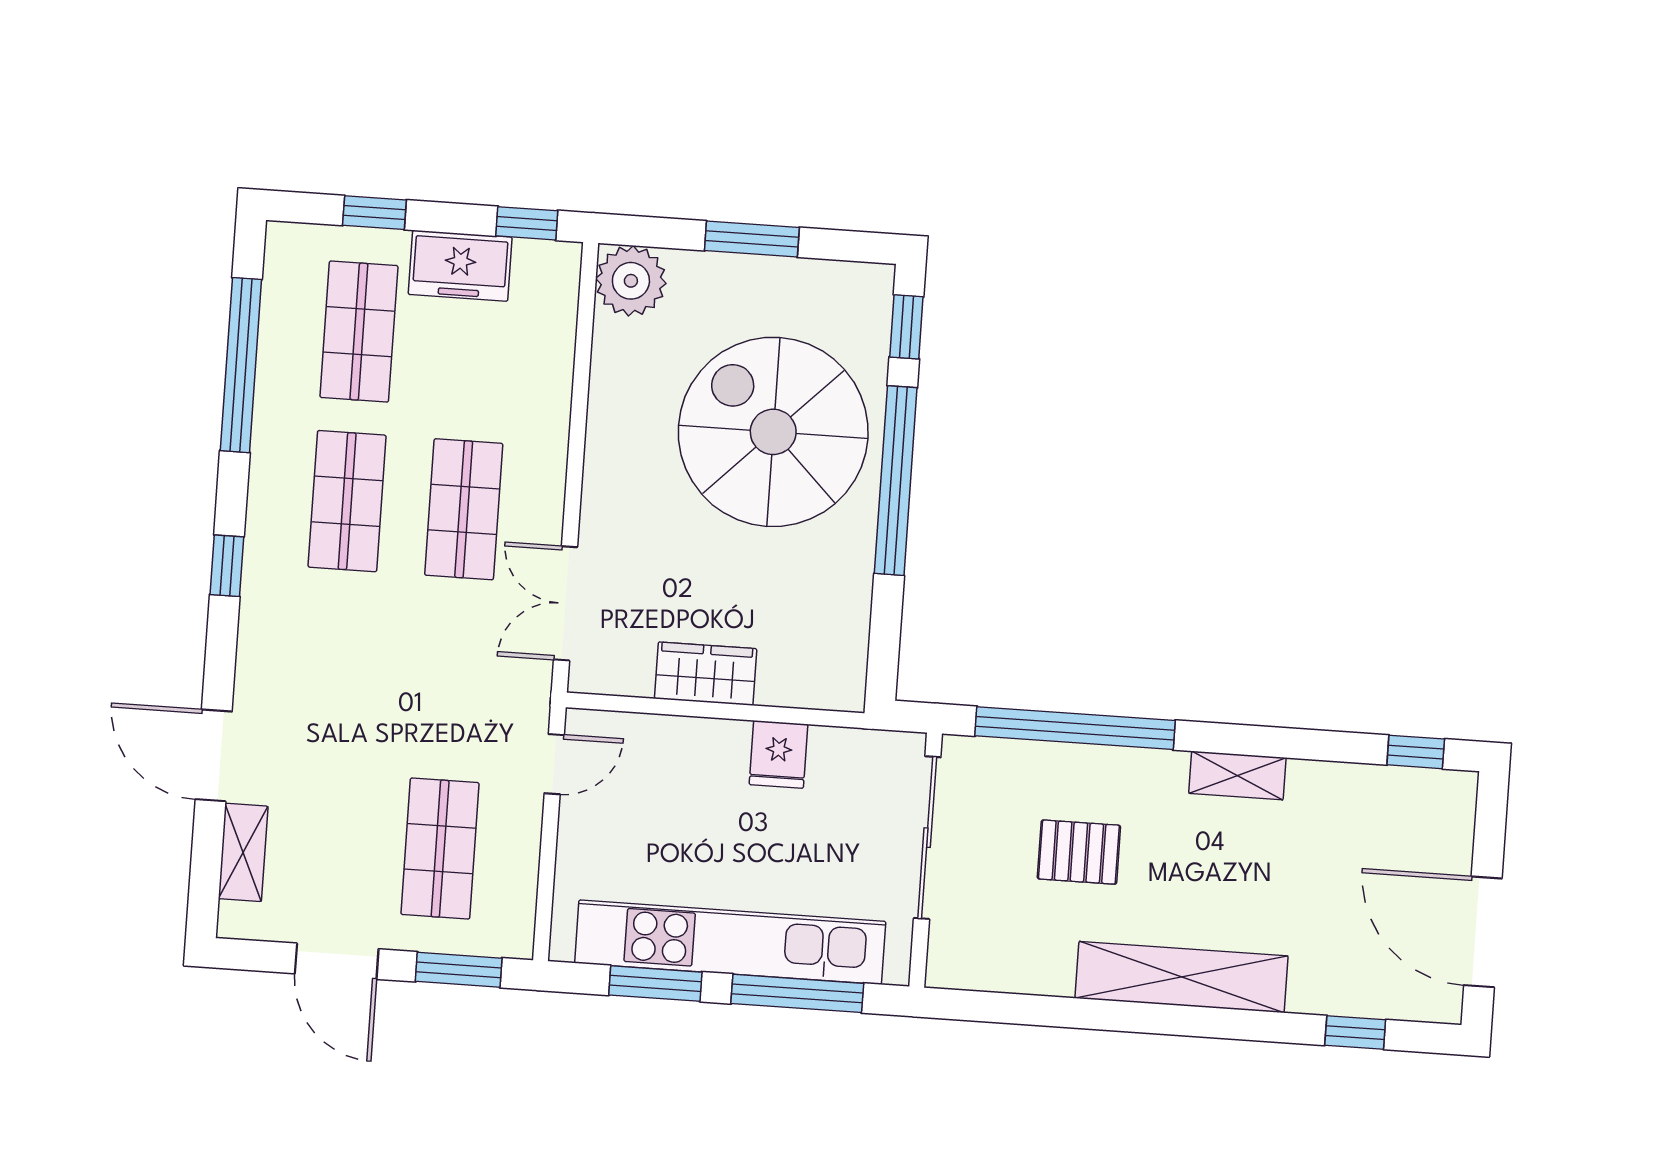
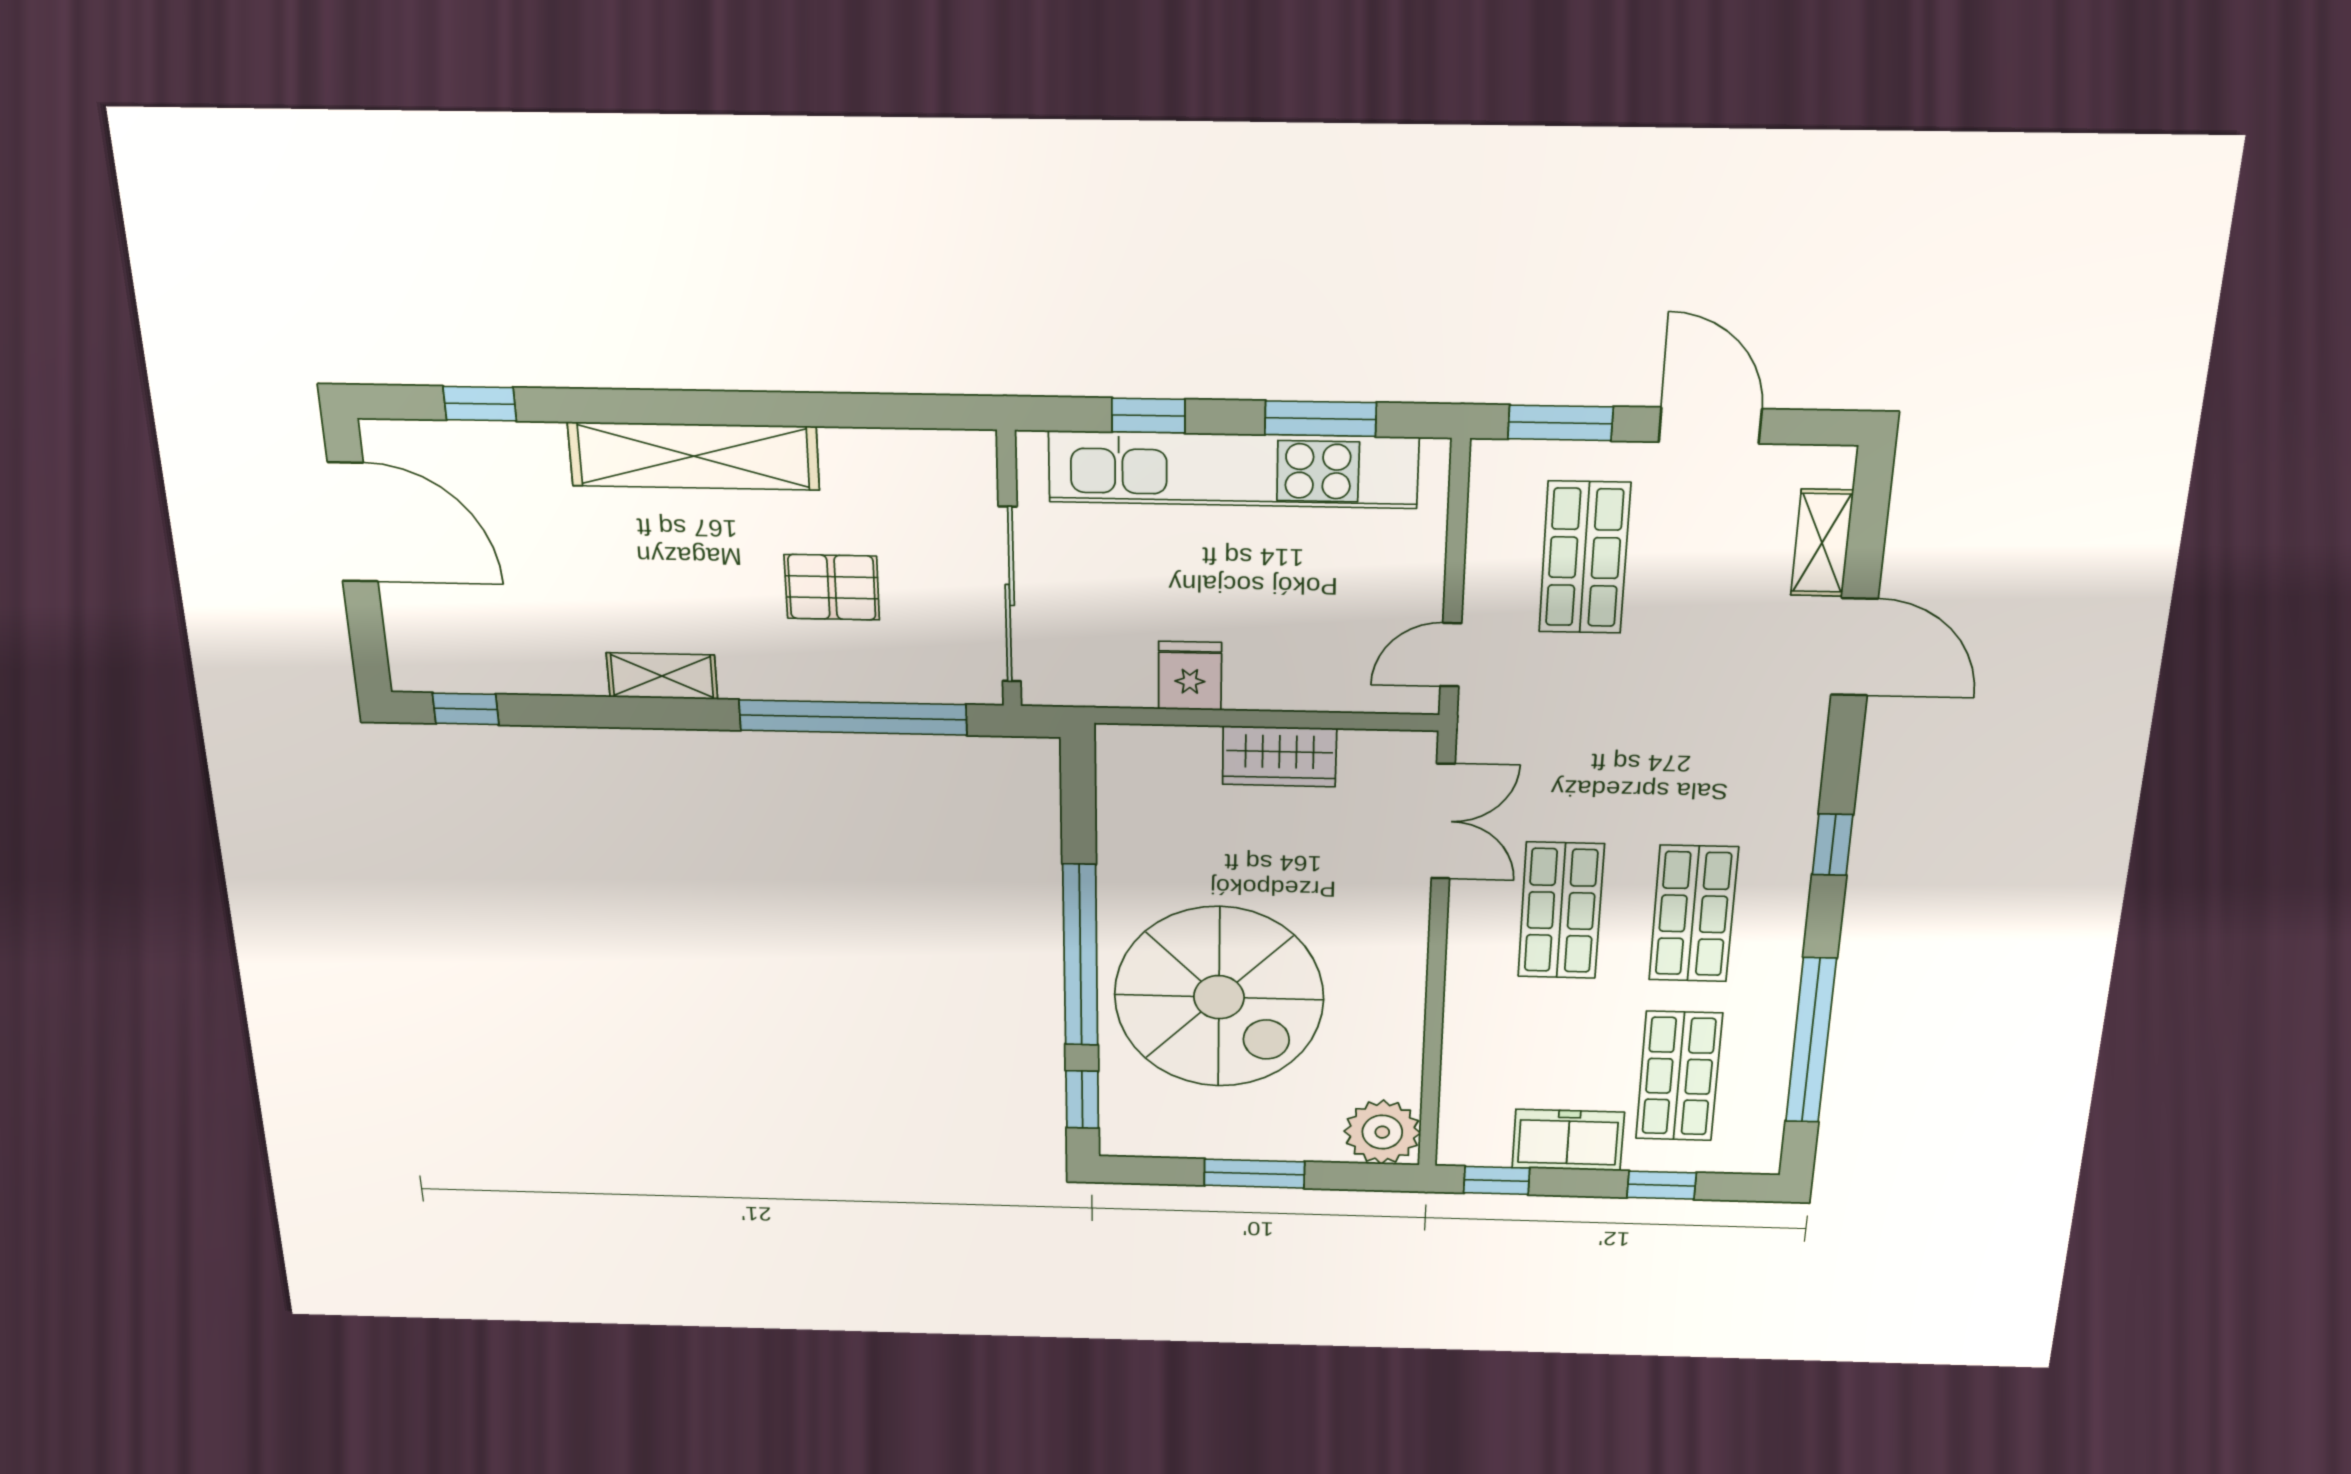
window: (797, 993) -> (1148, 416), width x0.46

